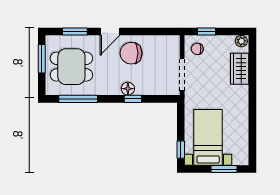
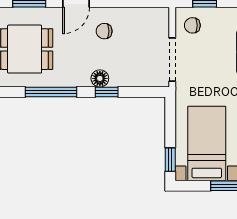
chair: (131, 53) -> (104, 31), width x0.54, depth x0.54
window: (78, 99) -> (51, 92), moved

